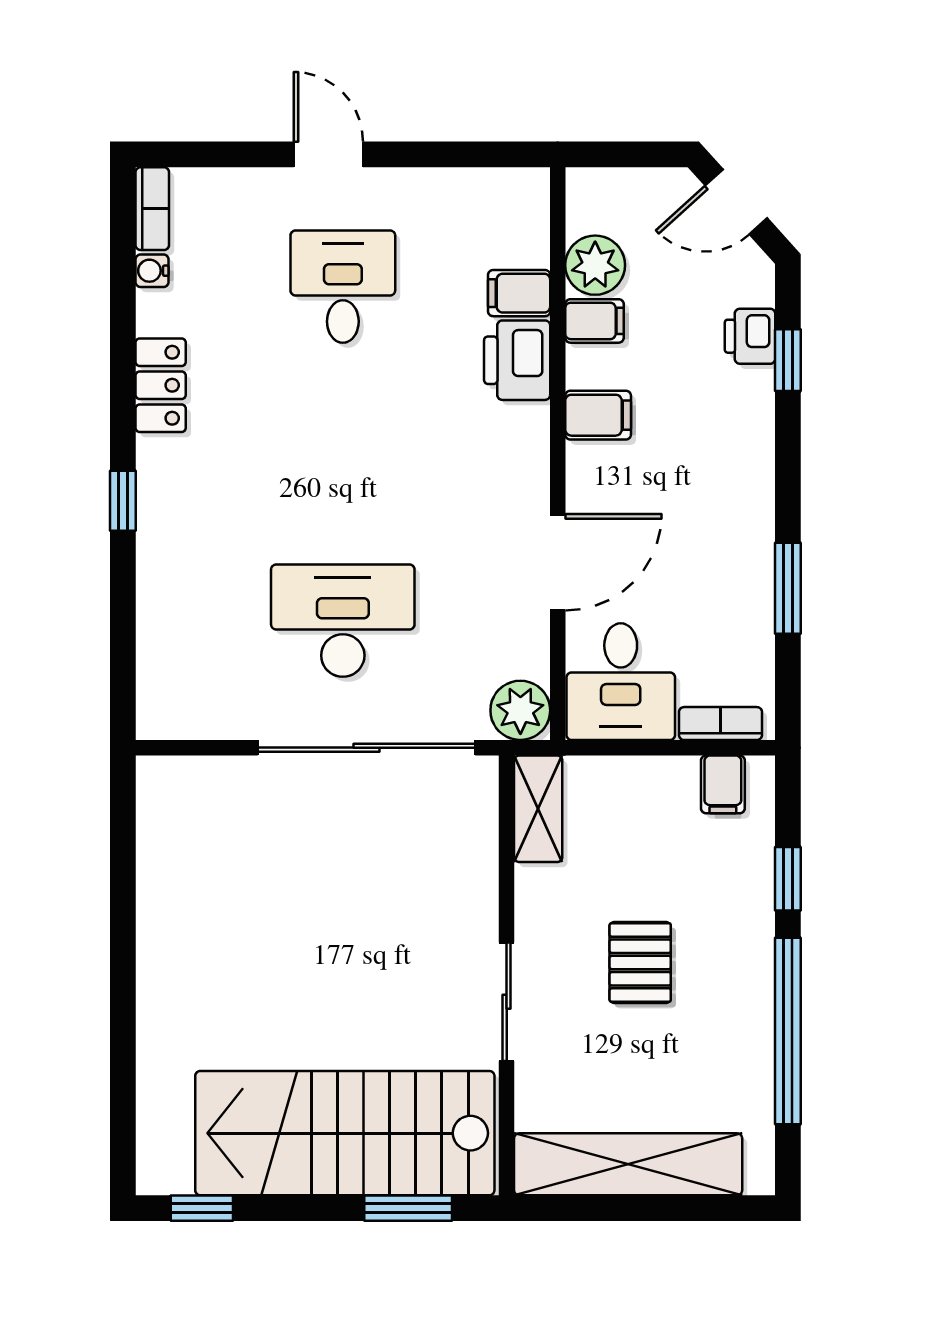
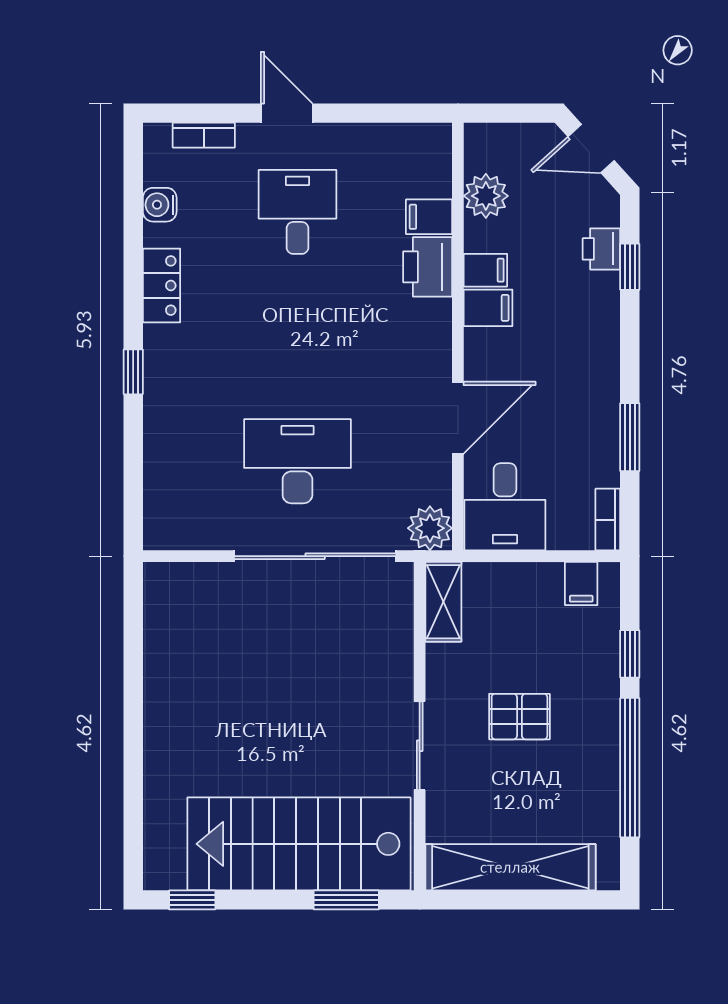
bookcase: (152, 209) -> (204, 135), moved, turned 90
water cooler: (152, 271) -> (160, 205), width x1.38, depth x1.38
filing cabinet: (595, 321) -> (485, 270), moved
bookcase: (720, 724) -> (608, 520), moved, turned -90
pallet: (640, 963) -> (519, 717), turned 90

